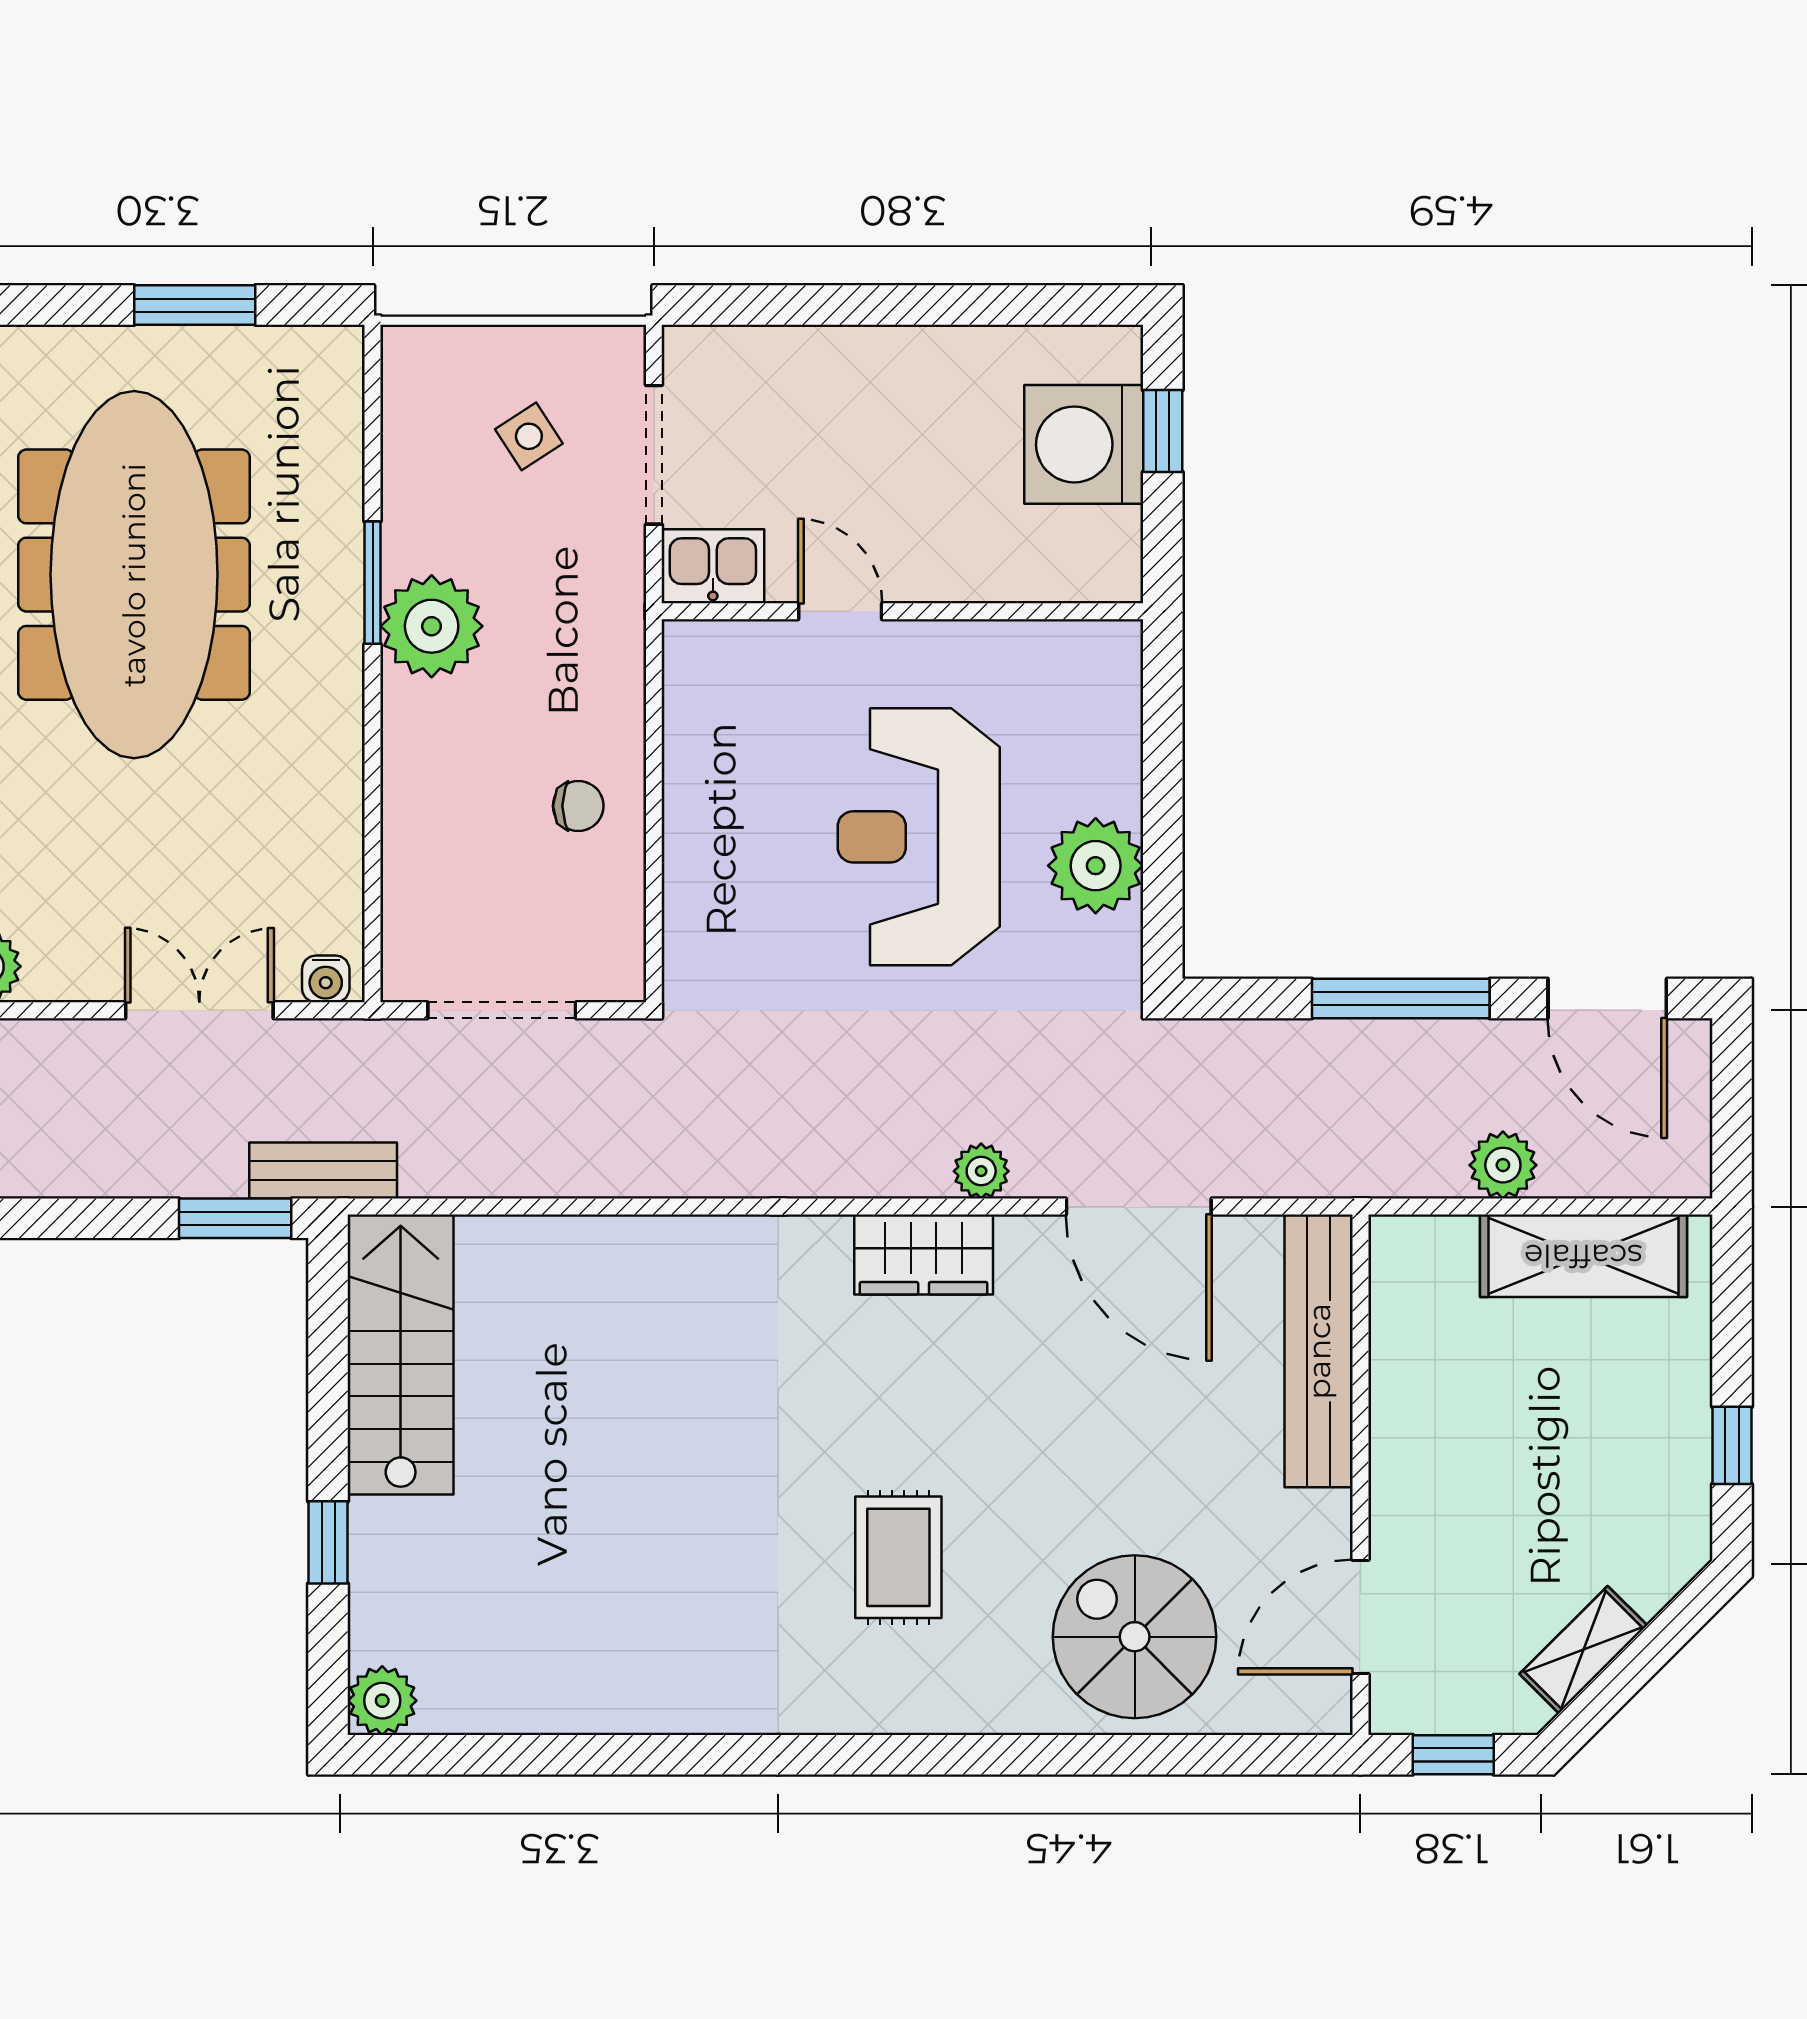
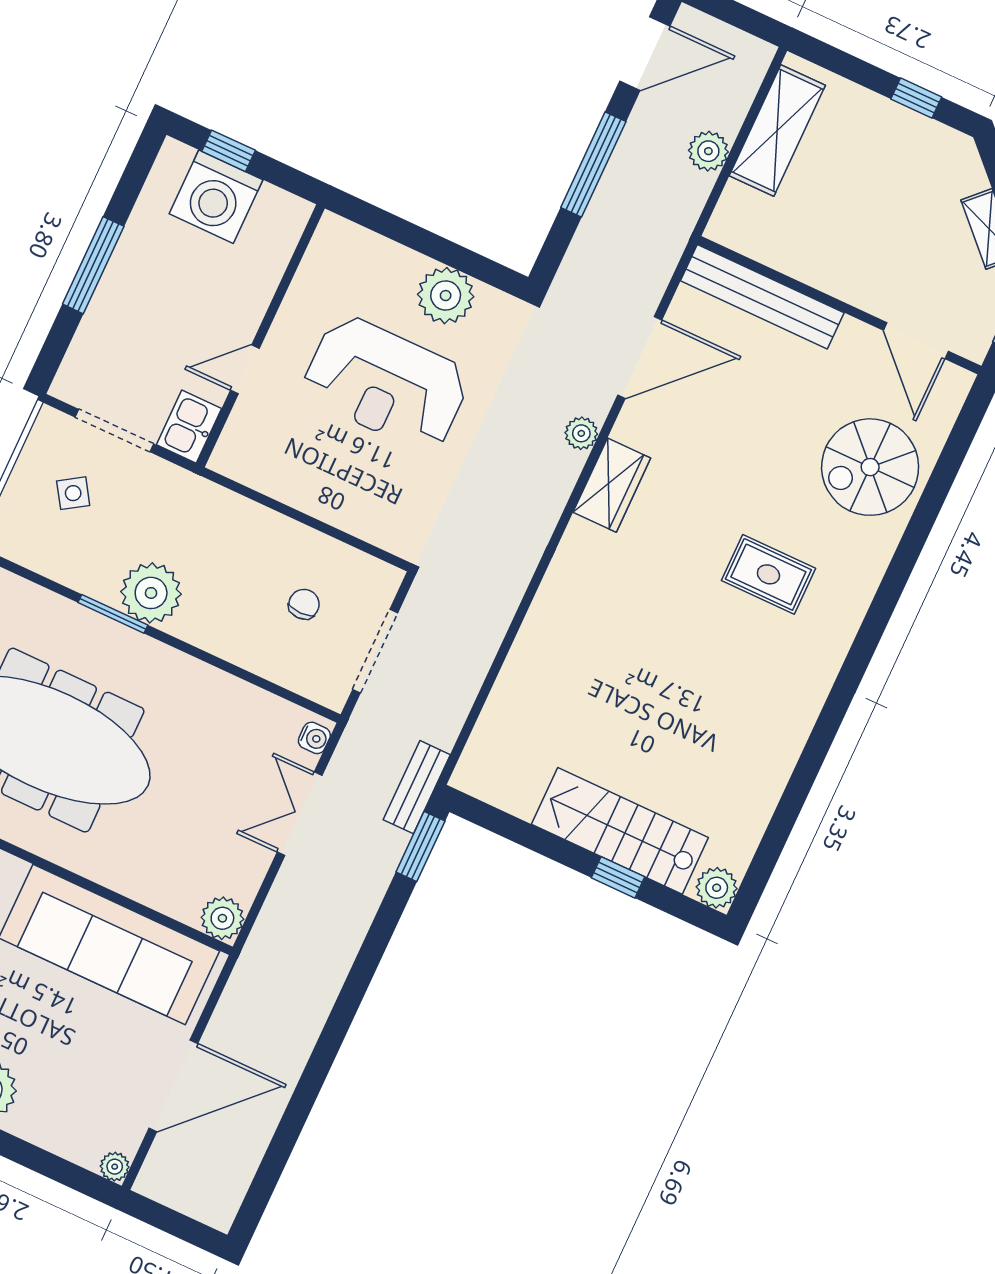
window: (892, 305) -> (93, 265), added
chair: (578, 806) -> (304, 604), moved
stairs: (401, 1354) -> (620, 831), moved

